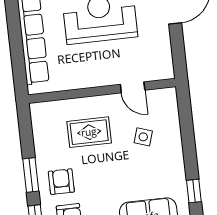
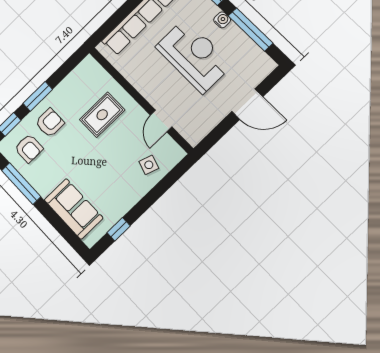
rug: (89, 132) -> (102, 115), turned 90
side table: (143, 137) -> (149, 165), moved

